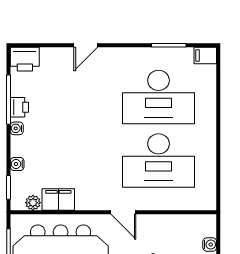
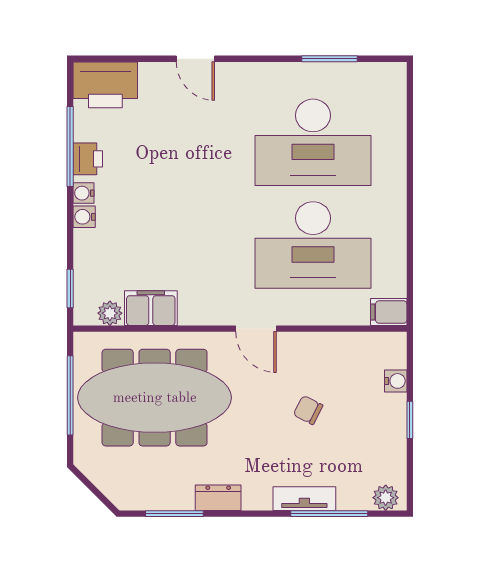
door: (86, 45) -> (195, 59), hinge flipped
filing cabinet: (205, 56) -> (389, 312), moved
printer: (25, 59) -> (105, 85), width x1.37, depth x1.19
water cooler: (17, 164) -> (84, 217), moved

